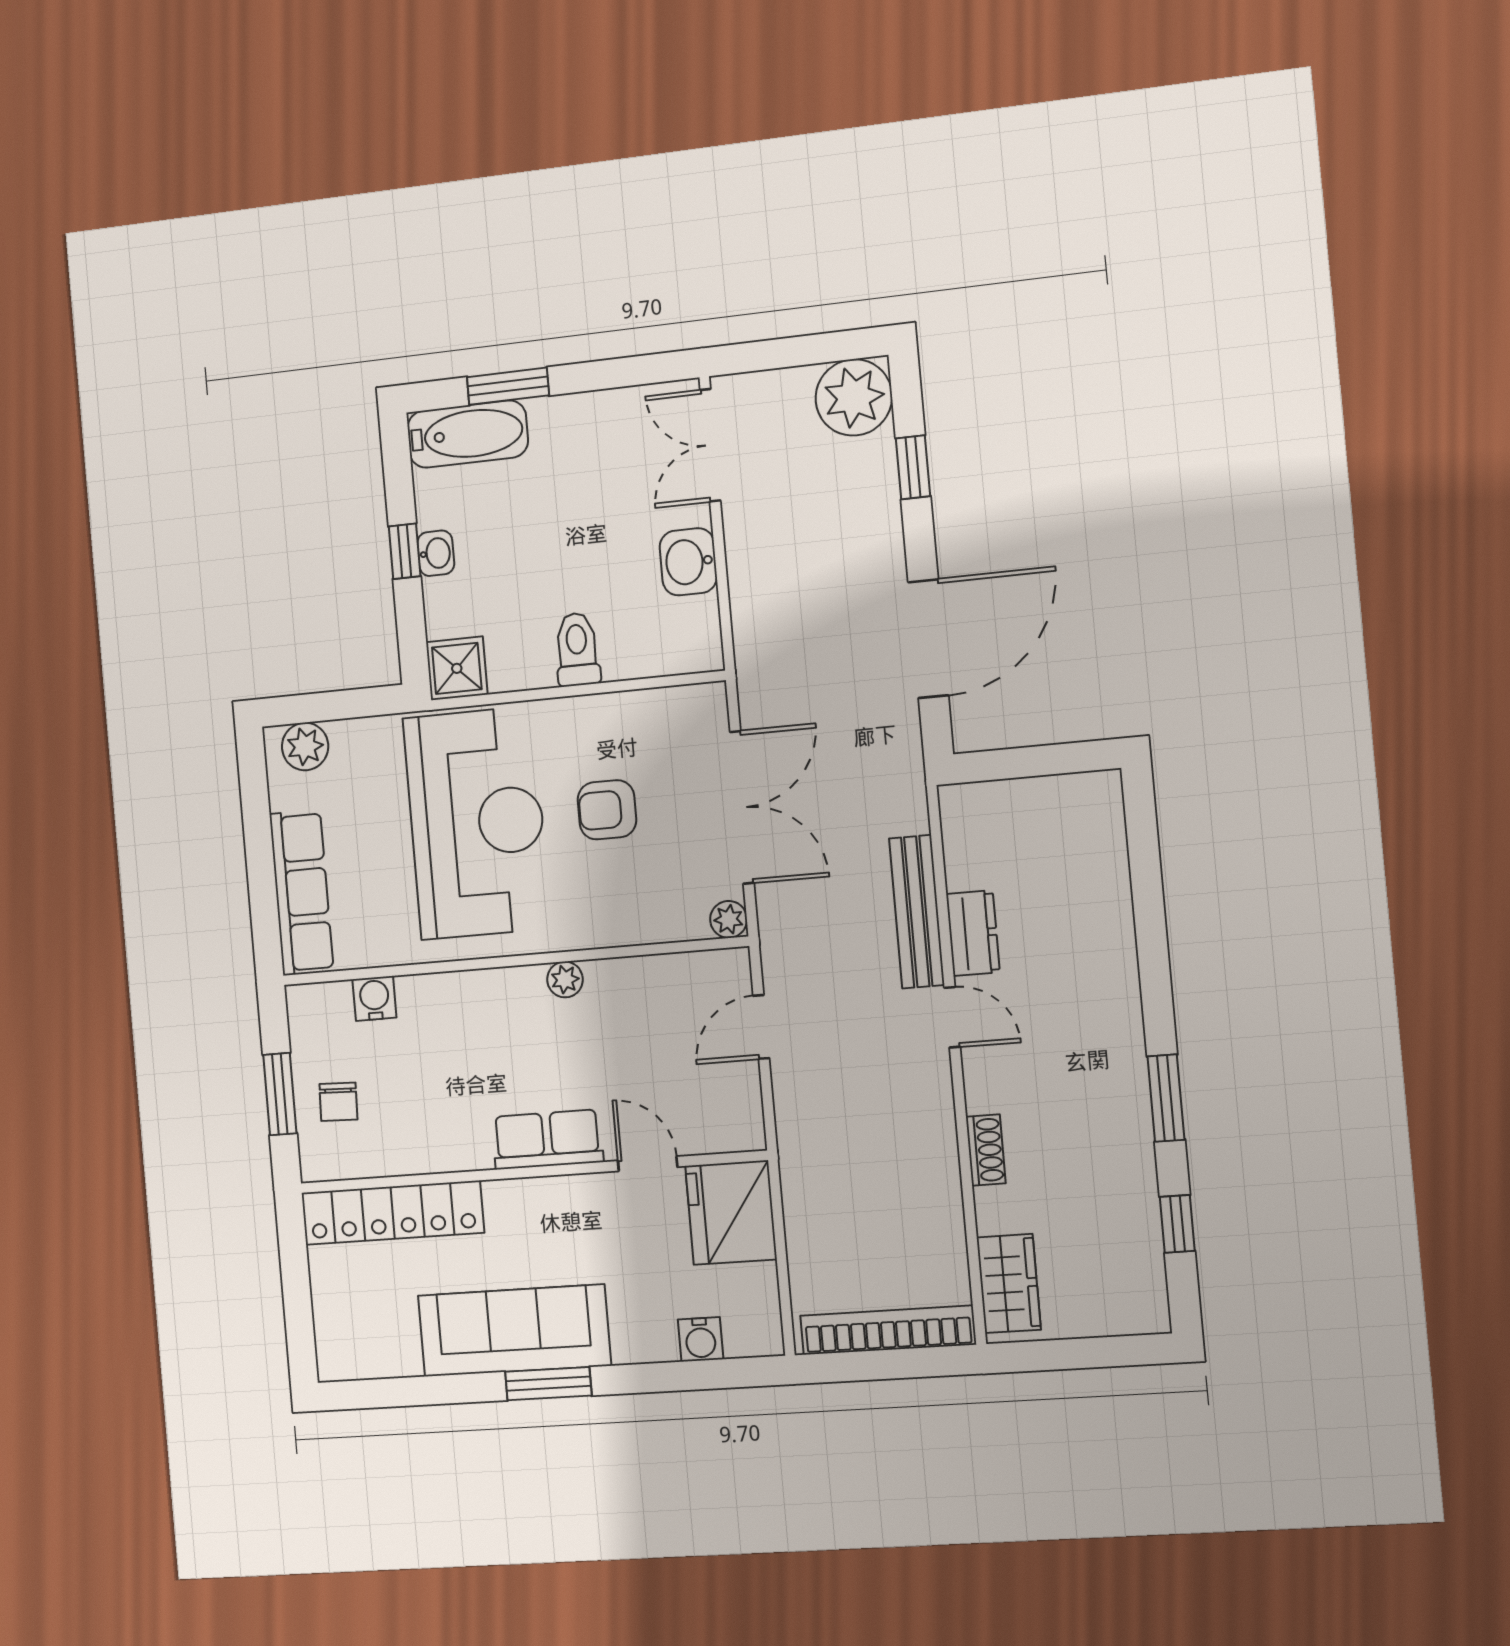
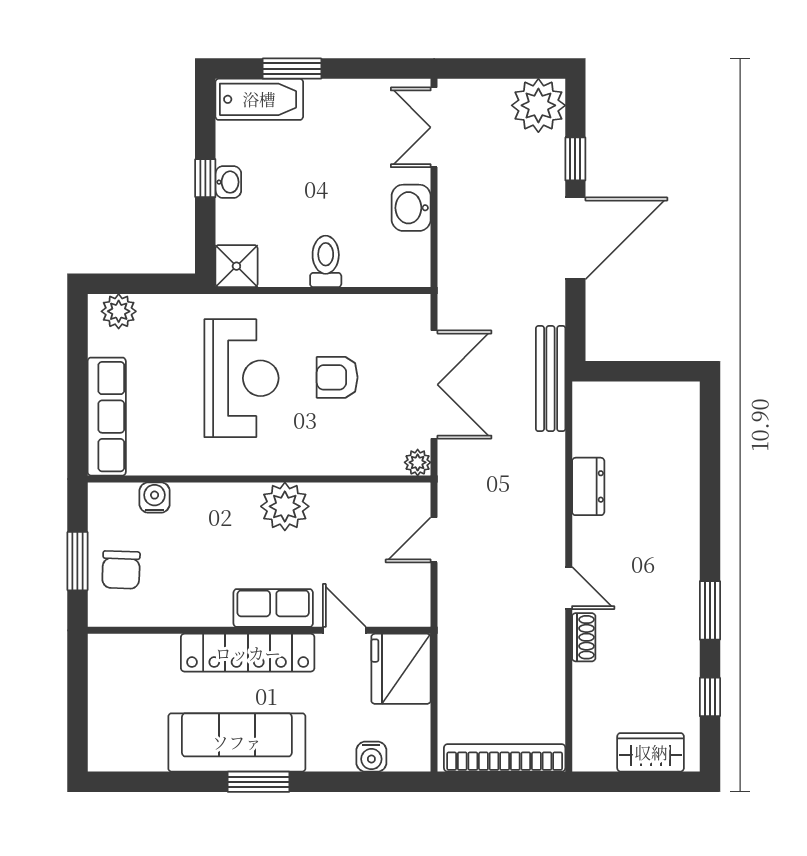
door: (928, 639) -> (575, 238), moved
reception desk: (477, 823) -> (241, 378), width x0.74, depth x0.77
bench: (917, 912) -> (551, 379), moved
plant: (565, 979) -> (285, 506), width x1.88, depth x1.88
door: (952, 1017) -> (569, 588), moved
chair: (338, 1102) -> (121, 570), width x1.37, depth x1.37
locker: (392, 1213) -> (248, 653), moved
wardrobe: (1009, 1283) -> (651, 752), moved, turned -90

